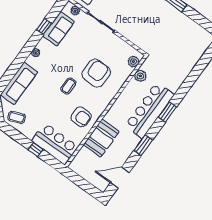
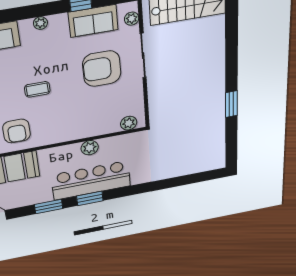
armchair: (96, 73) -> (102, 69), moved, turned 180
plant: (140, 76) -> (90, 148), moved
window: (167, 112) -> (90, 198), moved

